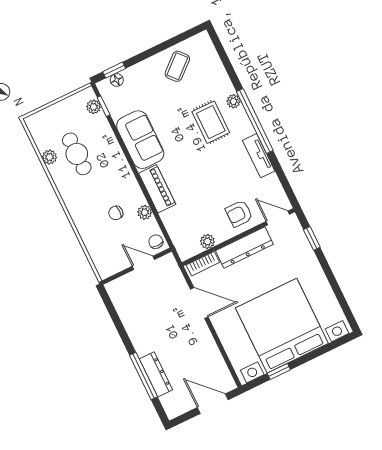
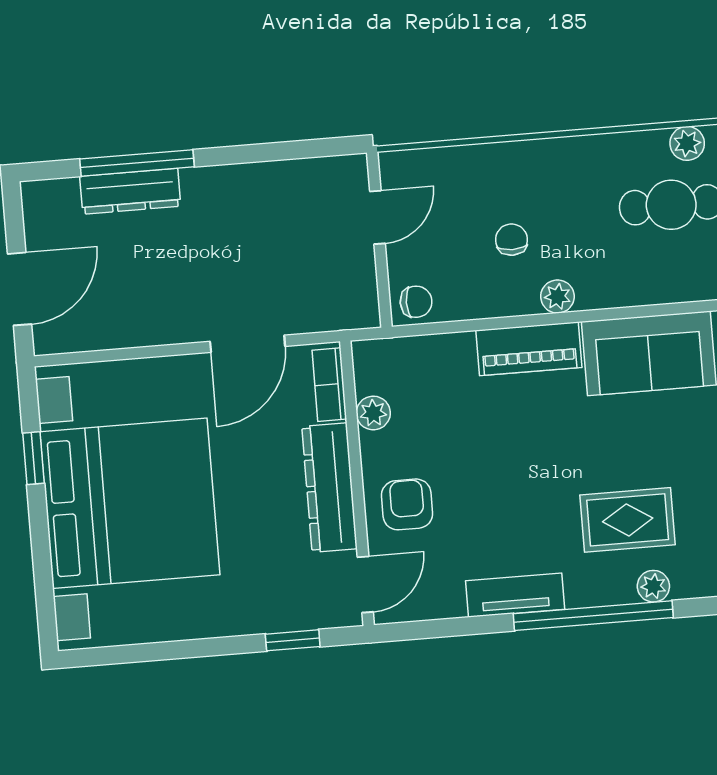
plant: (145, 212) -> (557, 297), moved
door: (143, 263) -> (377, 217), moved

